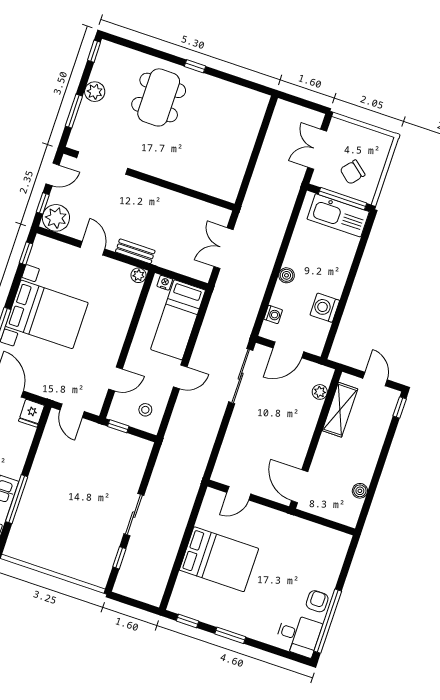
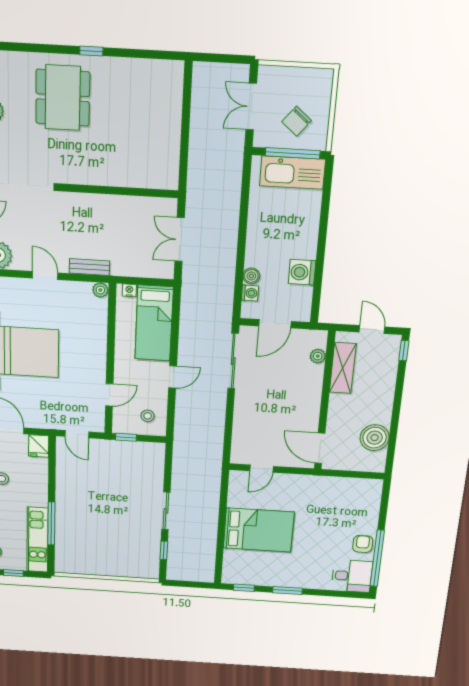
boiler: (286, 275) -> (251, 276), moved
boiler: (360, 491) -> (375, 438), width x1.86, depth x1.86

